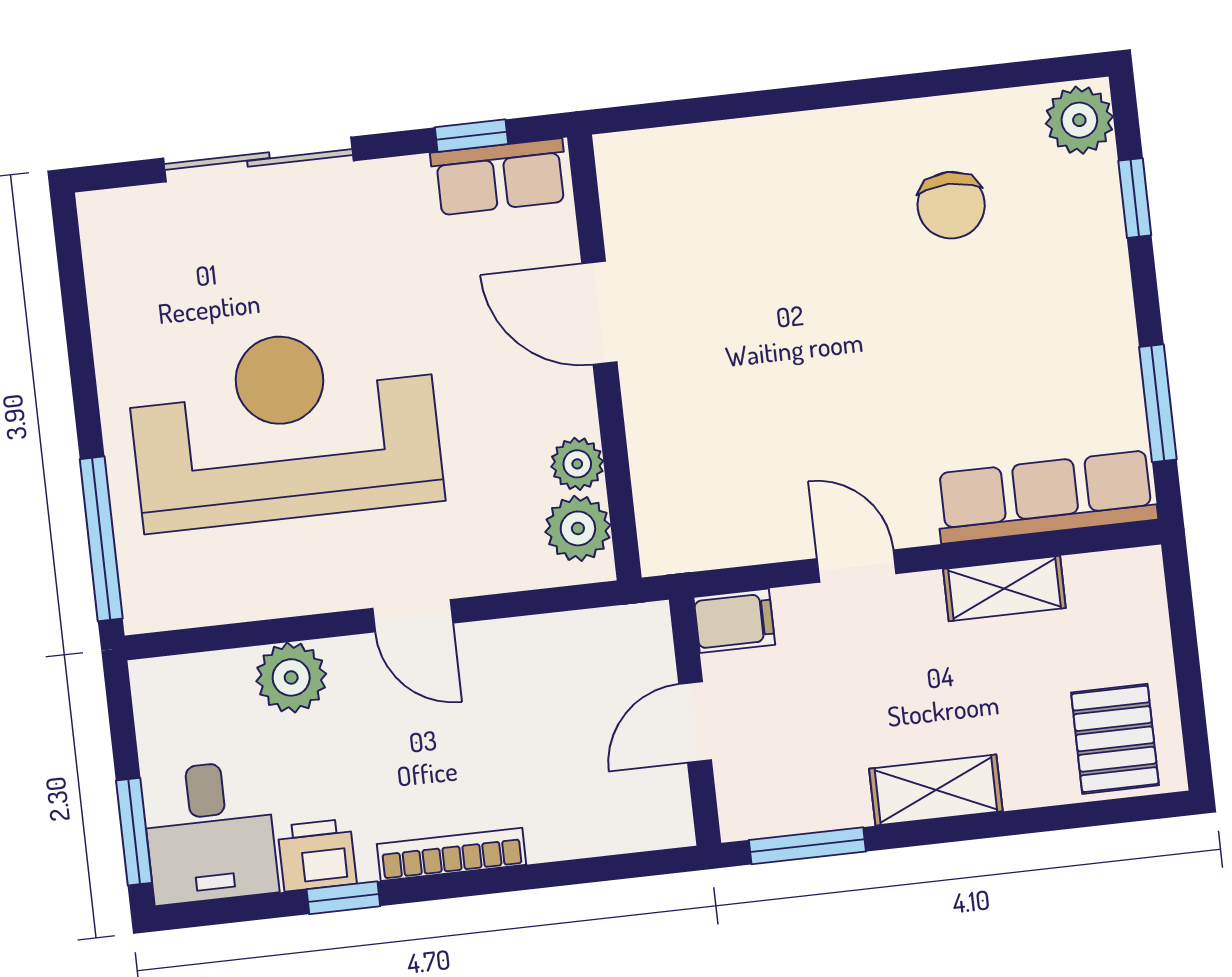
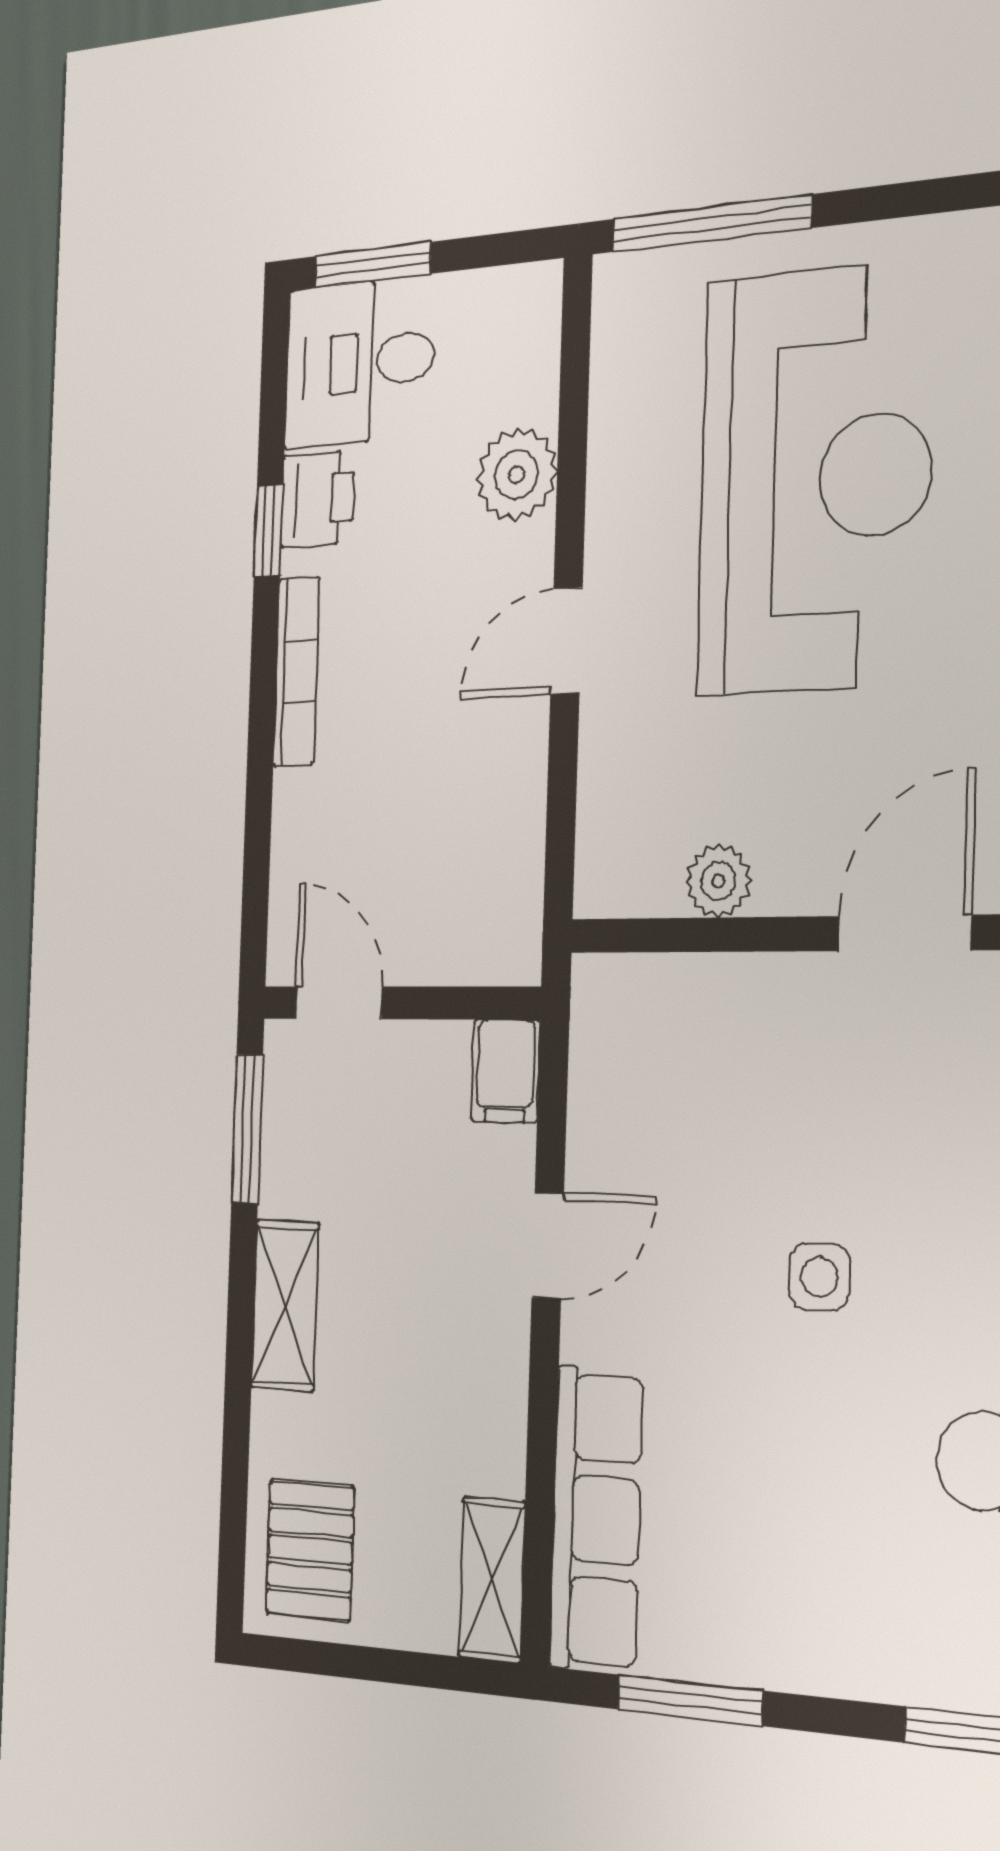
side table: (846, 344) -> (820, 1277), added
plant: (578, 528) -> (640, 873), removed
shelving: (1004, 588) -> (492, 1580), moved
door: (695, 722) -> (339, 1003), moved
pallet: (1115, 739) -> (310, 1550), turned 90

